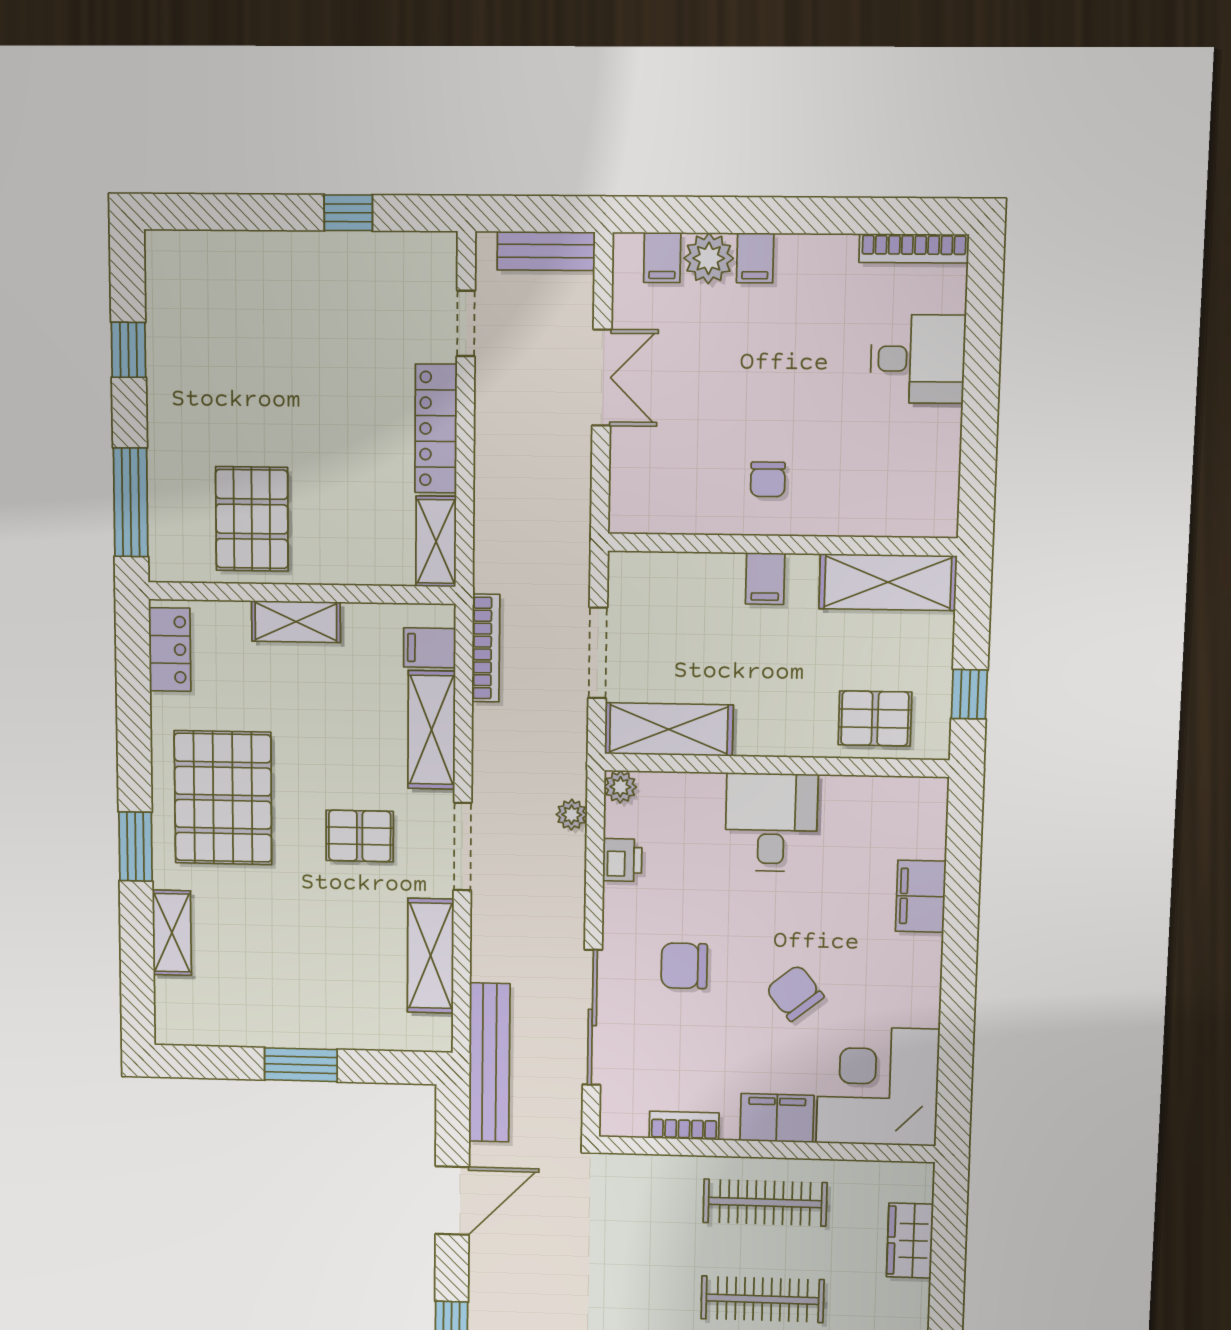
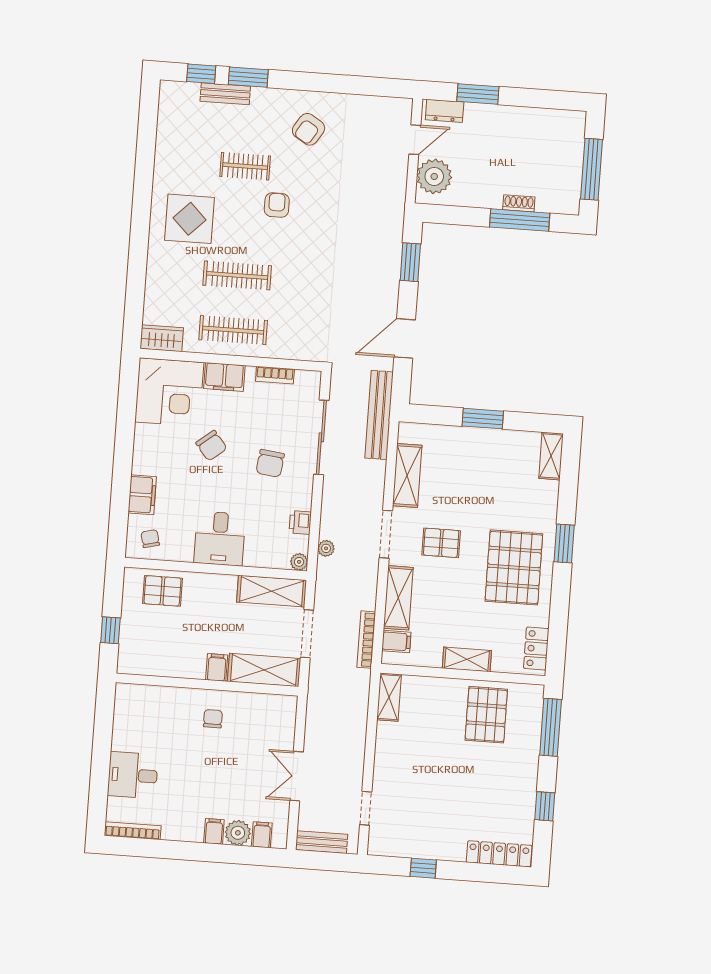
locker: (436, 429) -> (499, 854), moved, turned -90
shelving: (888, 582) -> (264, 670), moved
window: (969, 694) -> (110, 630), moved
chair: (902, 815) -> (150, 539), added
shelving: (172, 933) -> (551, 456), moved
chair: (684, 966) -> (270, 463), turned 97
wardrobe: (910, 1241) -> (162, 338), moved, turned -90

